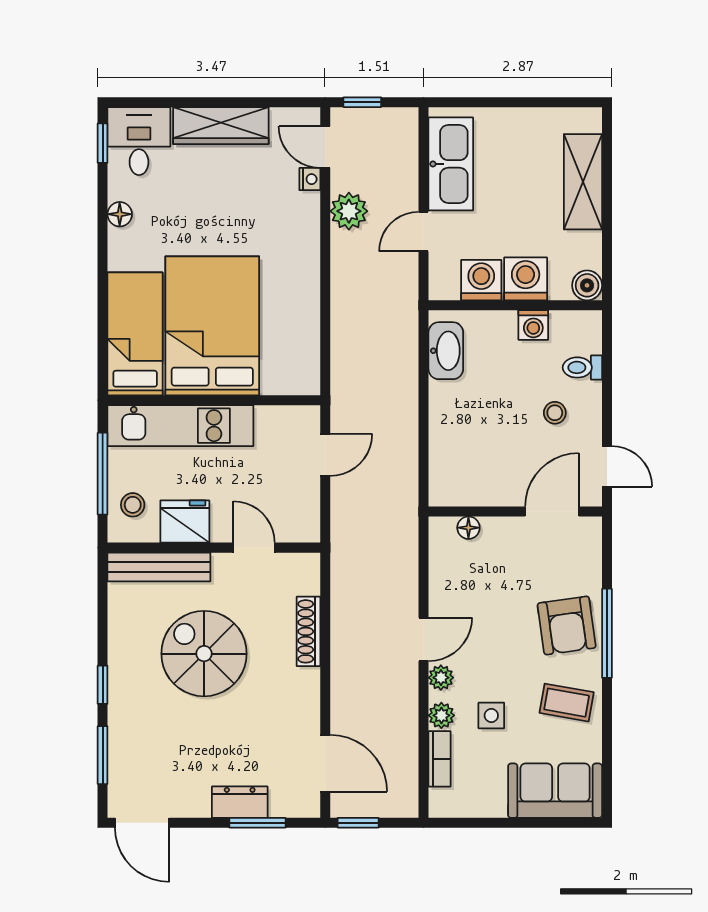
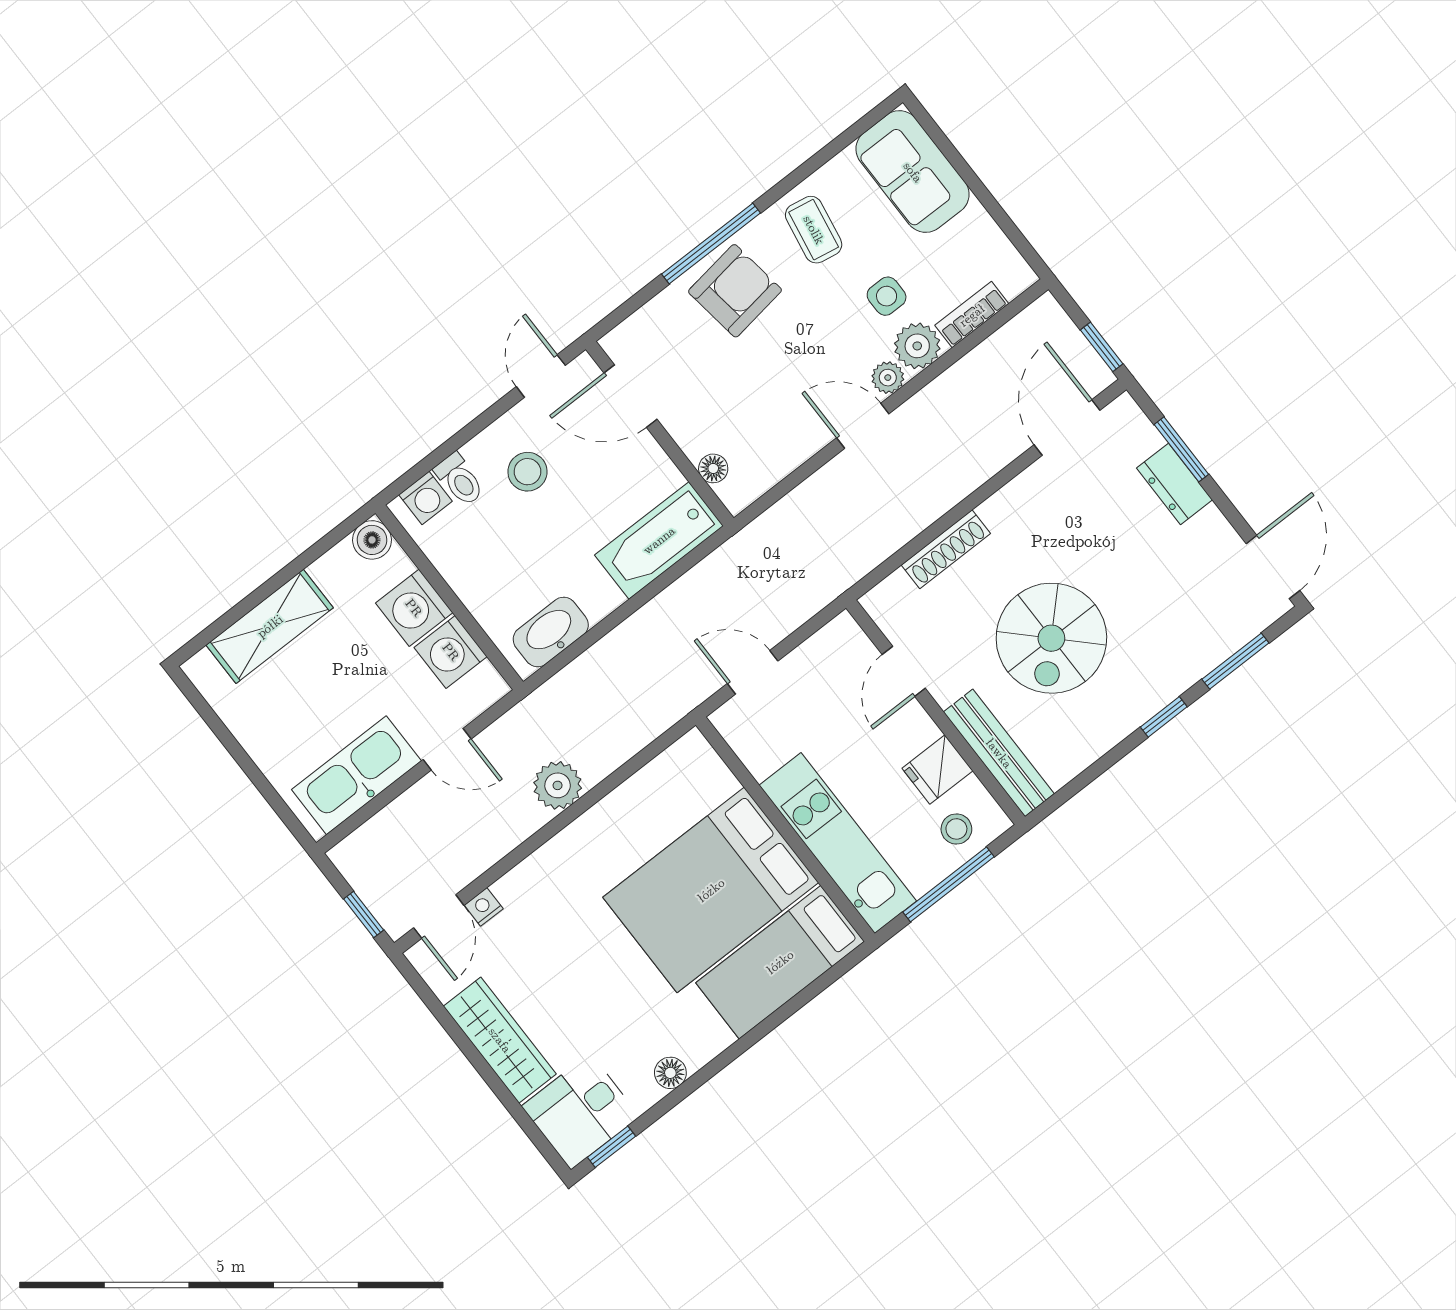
plant: (349, 211) -> (558, 785), moved
washing machine: (533, 325) -> (426, 498), moved, turned 90
stool: (555, 413) -> (527, 472), width x1.37, depth x1.37
bathtub: (450, 460) -> (659, 540), added
fridge: (185, 522) -> (937, 769), width x0.72
plant: (441, 715) -> (917, 346), width x1.38, depth x1.38

